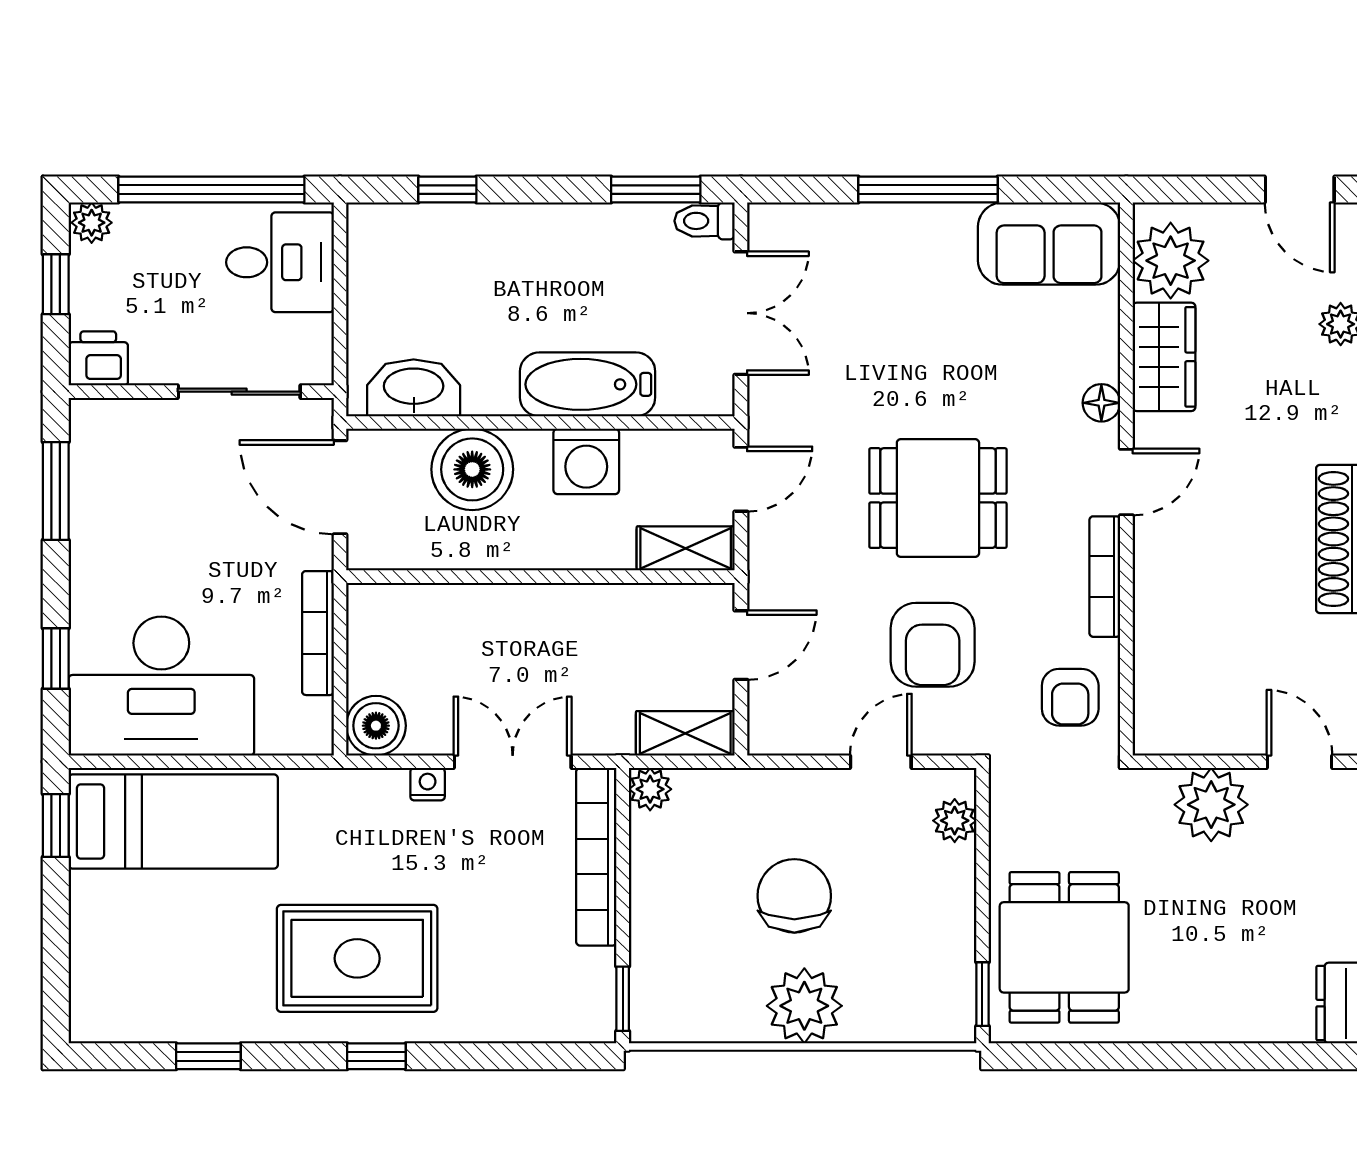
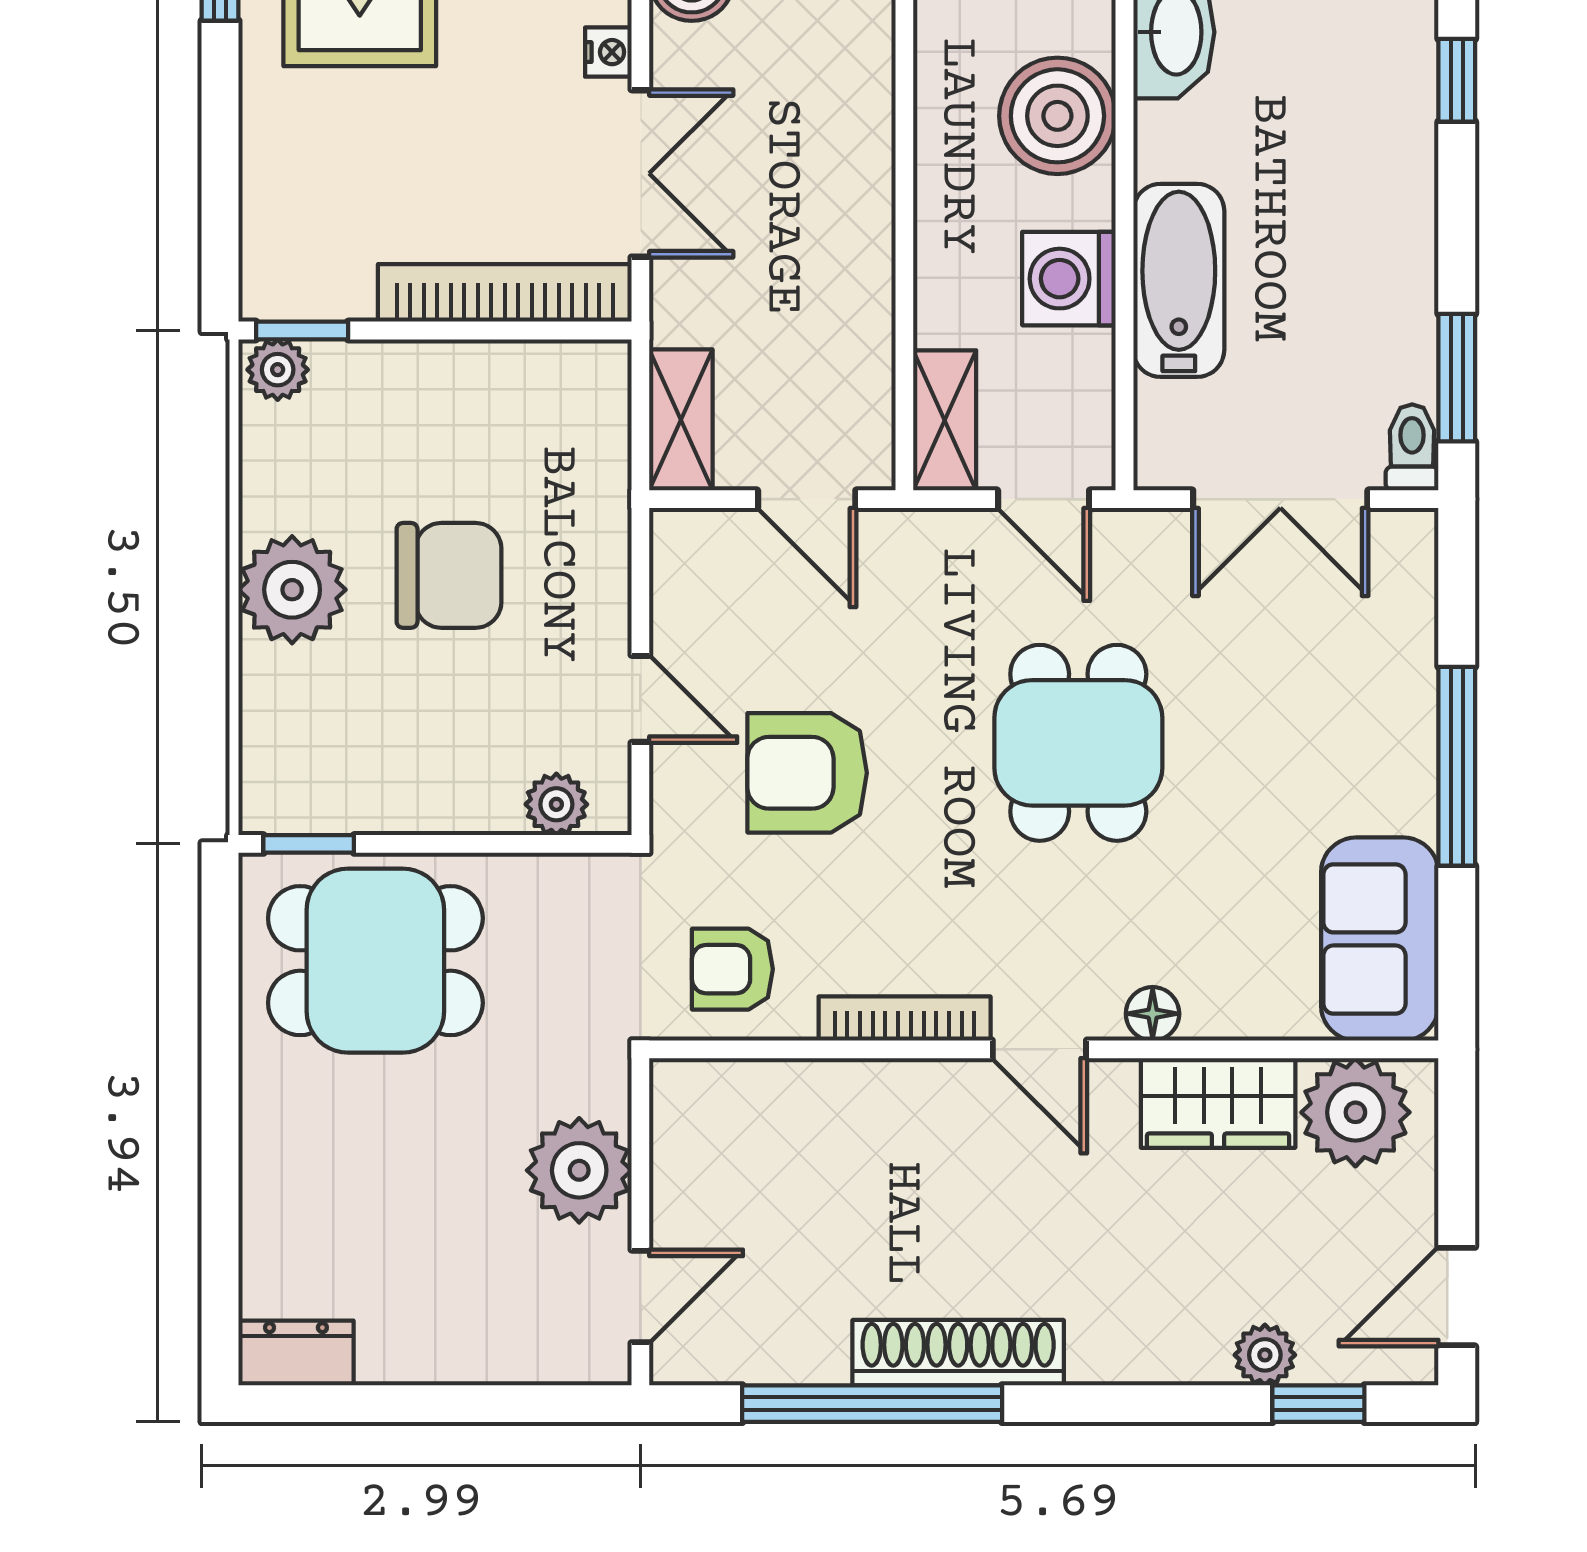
dining table: (938, 498) -> (1078, 743), moved
plant: (650, 789) -> (278, 370), moved

